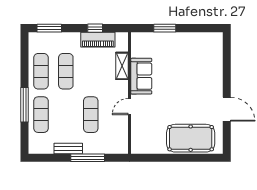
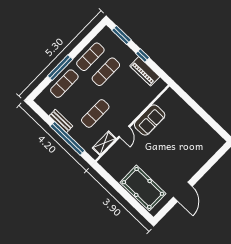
window: (95, 28) -> (143, 56), moved
window: (165, 28) -> (193, 104), removed
shelving: (122, 66) -> (104, 143), moved
door: (130, 107) -> (124, 132), swing flipped
window: (88, 158) -> (67, 138), width x1.46

